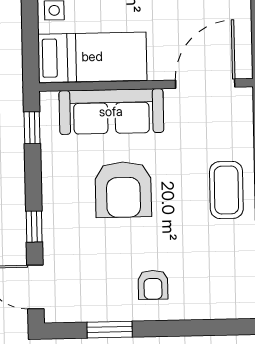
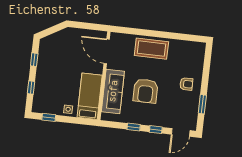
window: (32, 128) -> (134, 127), moved
armchair: (123, 190) -> (146, 91), turned 90
coffee table: (226, 190) -> (151, 49), width x1.36, depth x1.32

